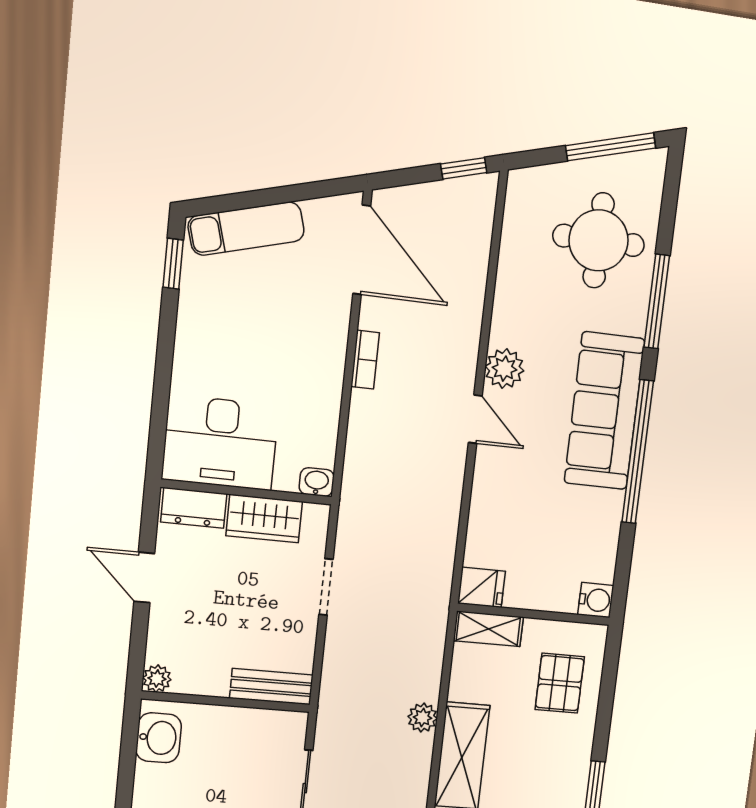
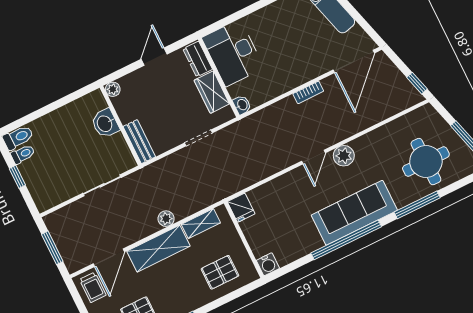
shelving: (488, 629) -> (201, 224), moved, turned 90
washbasin: (159, 738) -> (105, 123), moved, turned 90

